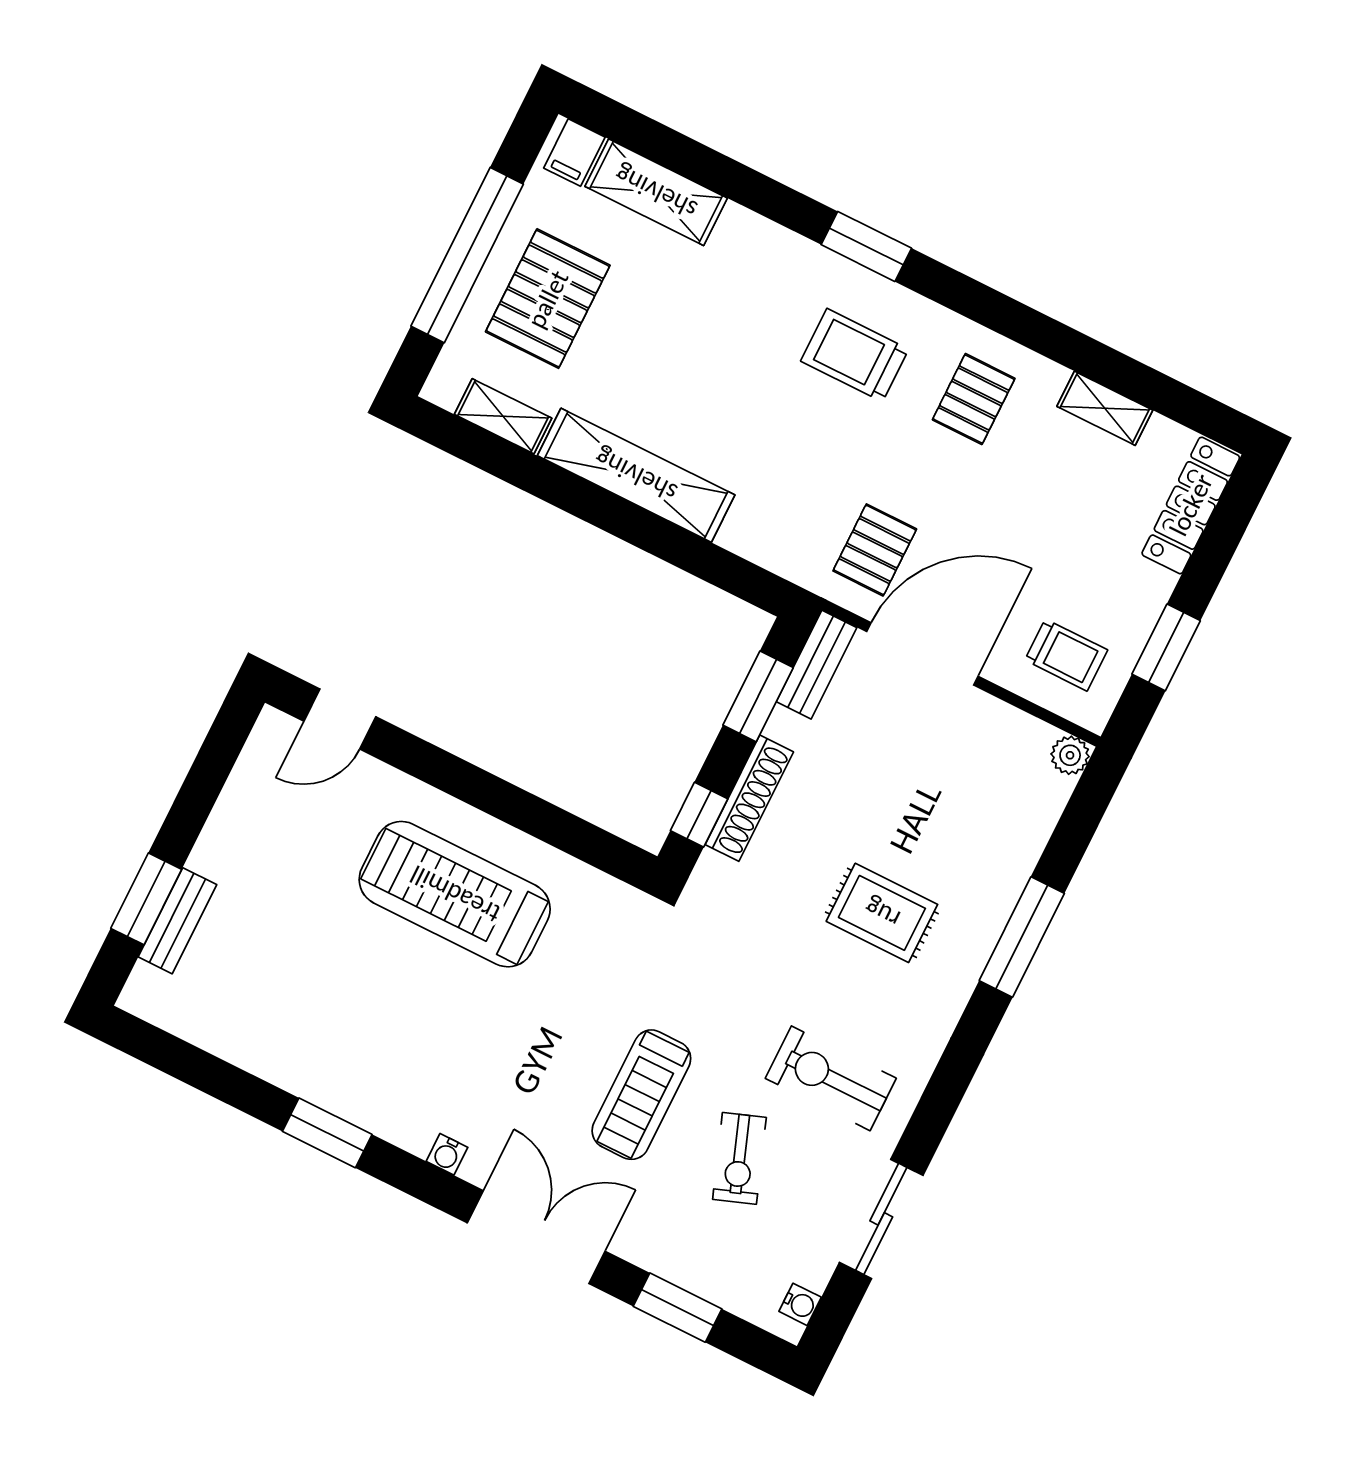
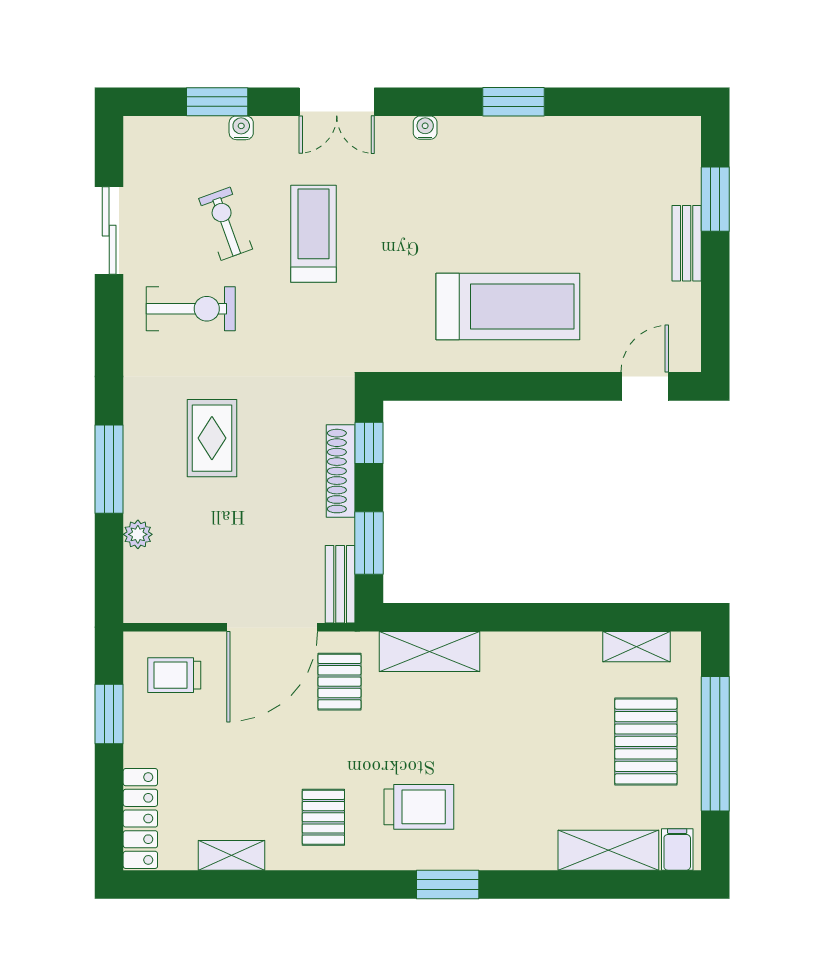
shelving: (636, 475) -> (429, 652), moved, width x0.68
plant: (1070, 755) -> (138, 534), moved
rug: (882, 913) -> (212, 438), turned 90
bench: (177, 921) -> (687, 243), moved
double door: (536, 1237) -> (337, 102), width x0.73
water cooler: (800, 1304) -> (241, 128), moved, turned 90

